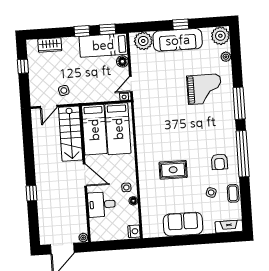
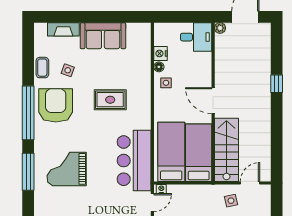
grand piano: (204, 89) -> (67, 169), moved
bar counter: (149, 119) -> (134, 161), added
armchair: (219, 162) -> (56, 105), width x1.88, depth x1.88
desk: (102, 204) -> (196, 37), moved
fireplace: (229, 226) -> (63, 29), moved
nightstand: (134, 231) -> (160, 53), moved

